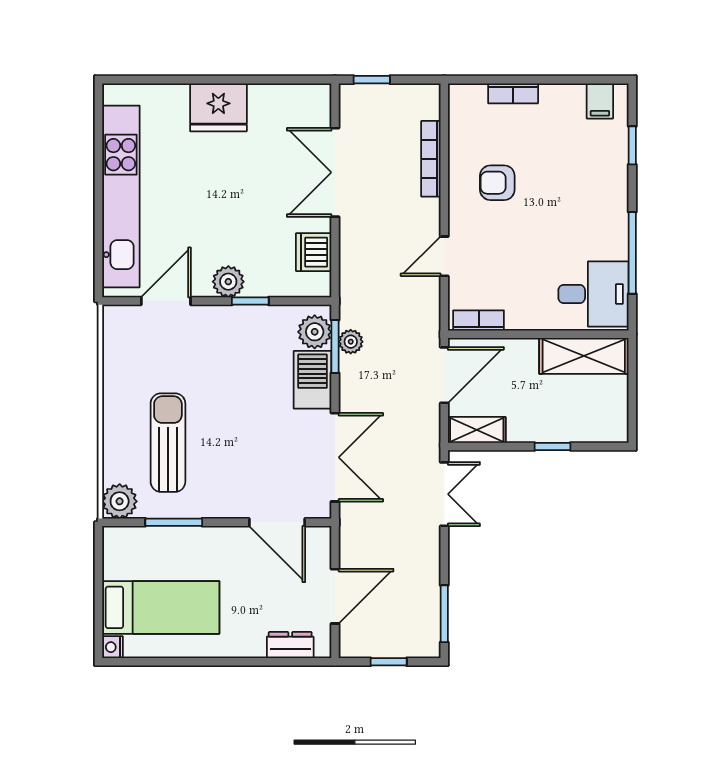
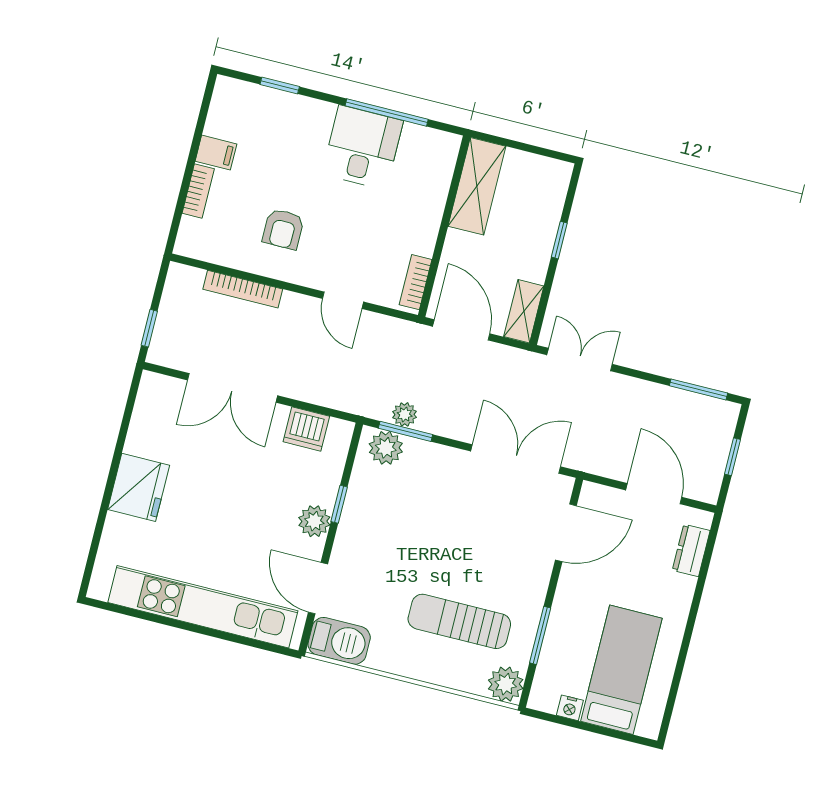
filing cabinet: (600, 101) -> (216, 153), moved
desk: (593, 294) -> (363, 147), moved
barbecue: (313, 380) -> (339, 641), moved, turned 180
nightstand: (112, 647) -> (570, 708), moved

